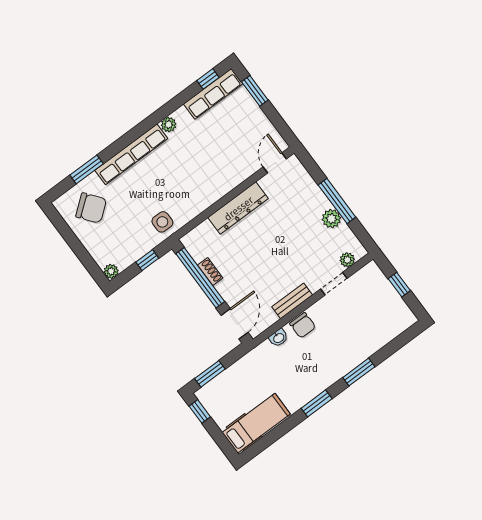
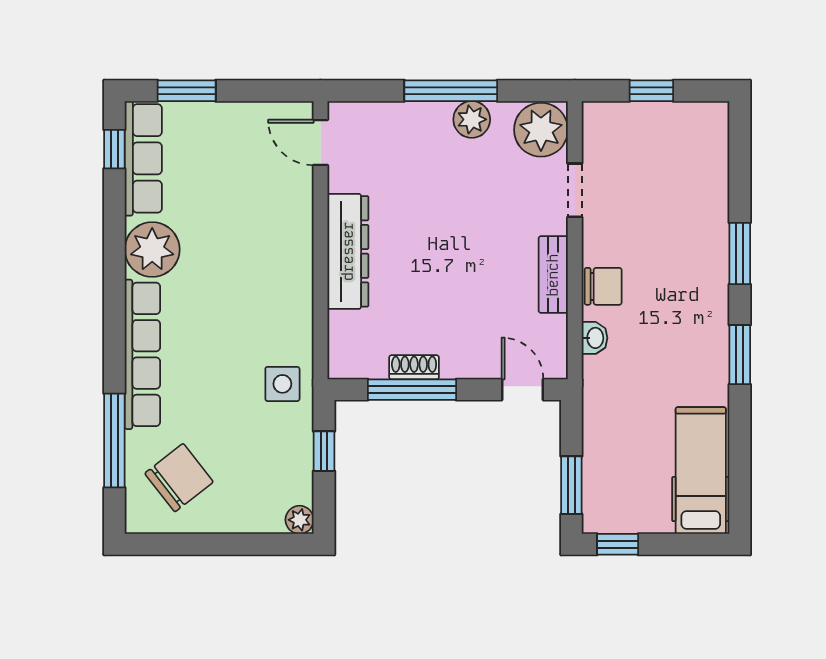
plant: (169, 125) -> (152, 249), width x1.88, depth x1.88
window: (87, 169) -> (114, 440), width x1.44
plant: (347, 260) -> (541, 130), width x1.88, depth x1.88
window: (200, 278) -> (412, 390), width x0.68
door: (235, 324) -> (522, 390), width x0.73

